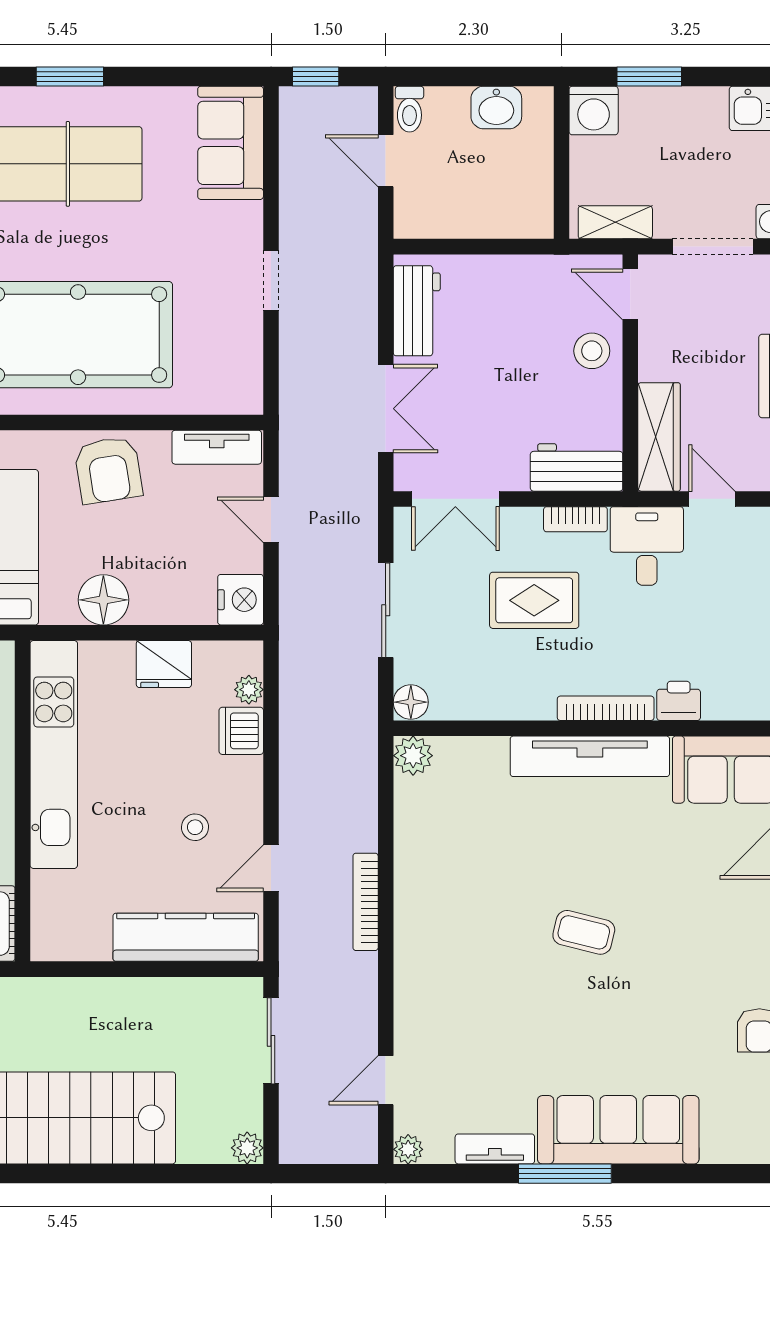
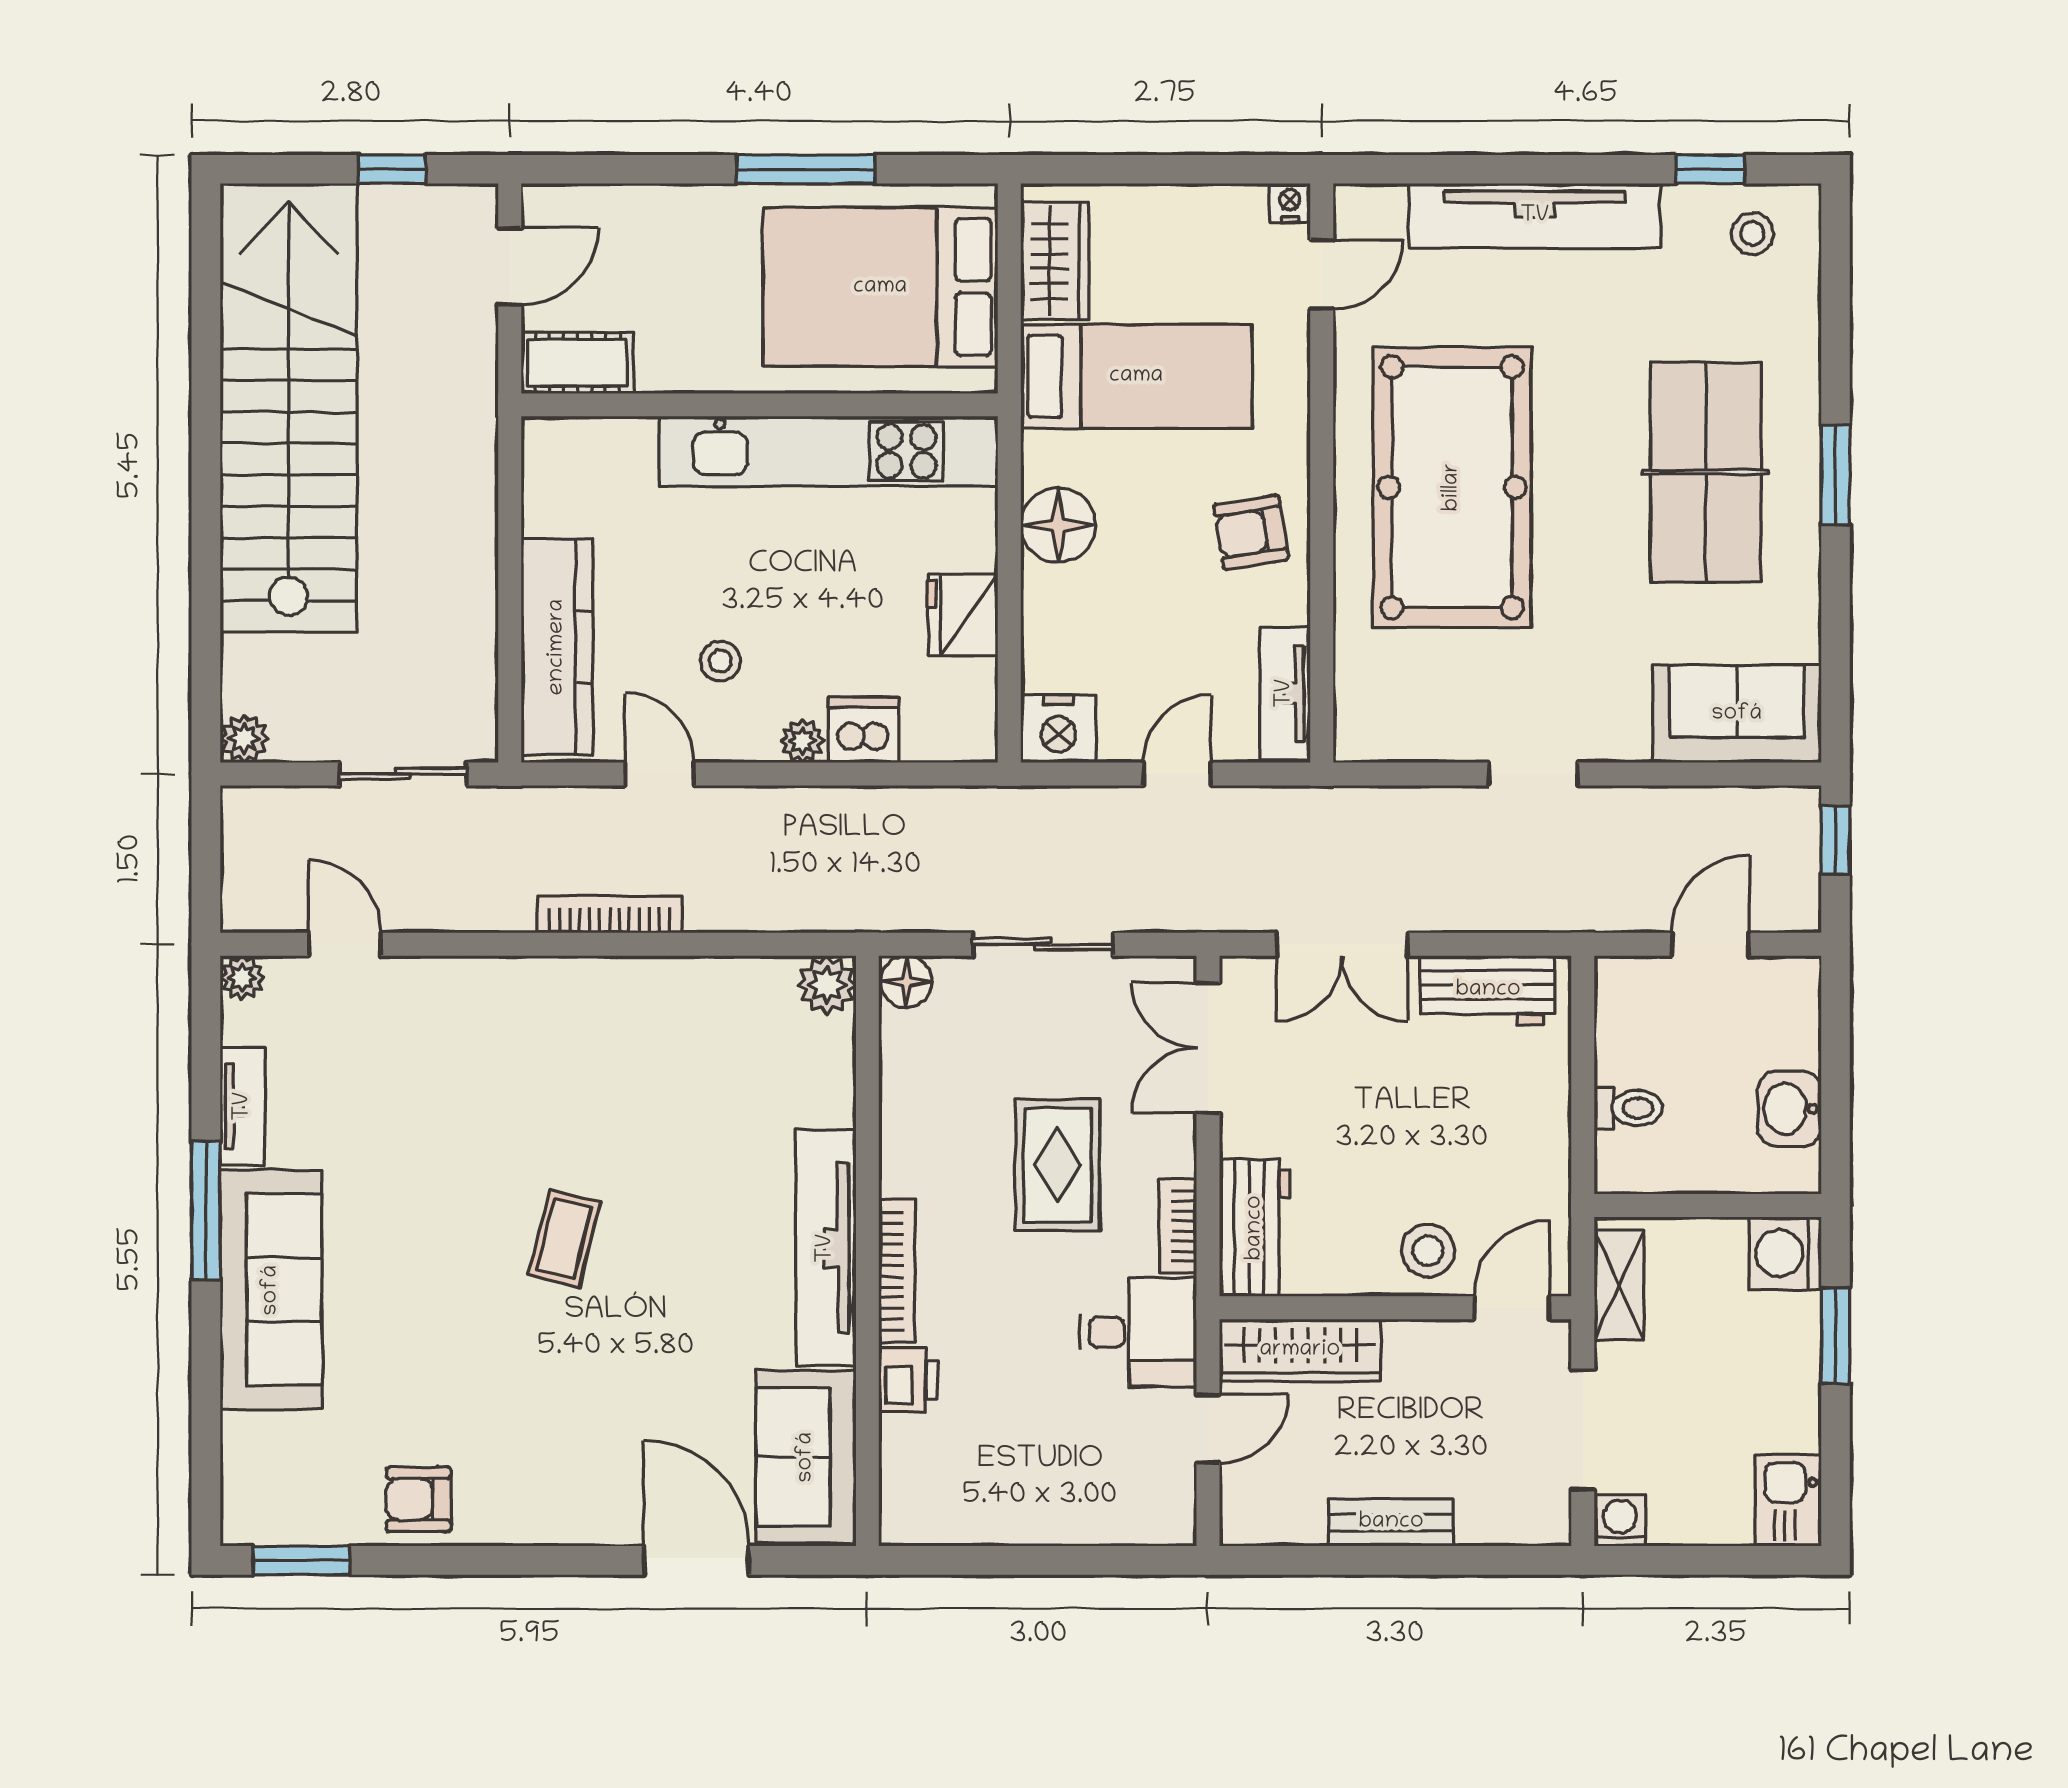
toilet: (409, 109) -> (1628, 1108), moved, turned 180
armchair: (108, 470) -> (1251, 532), width x0.72, depth x0.72
plant: (249, 690) -> (802, 741), moved

